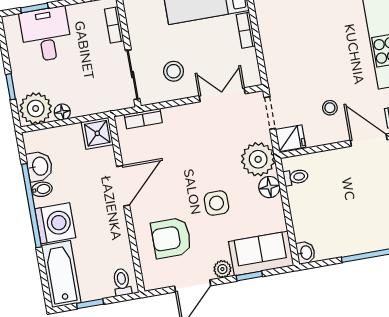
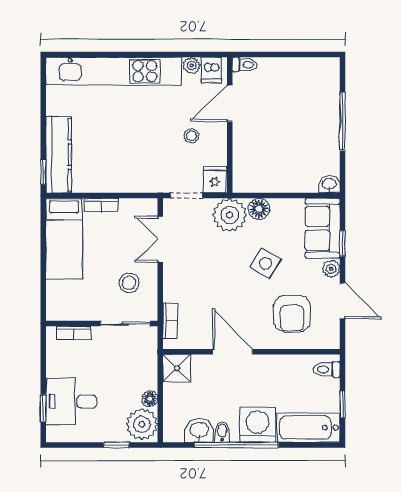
toilet: (296, 177) -> (254, 181), removed
side table: (216, 203) -> (265, 263), turned 31

